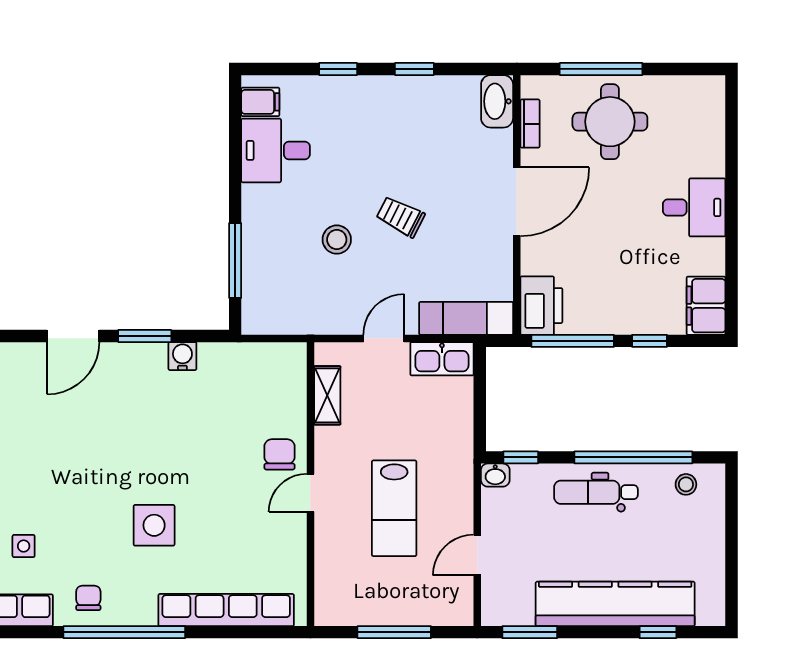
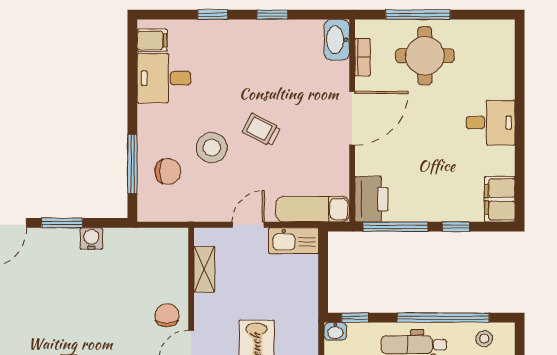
stool: (337, 240) -> (212, 148), width x1.38, depth x1.38
chair: (280, 270) -> (168, 171), added

